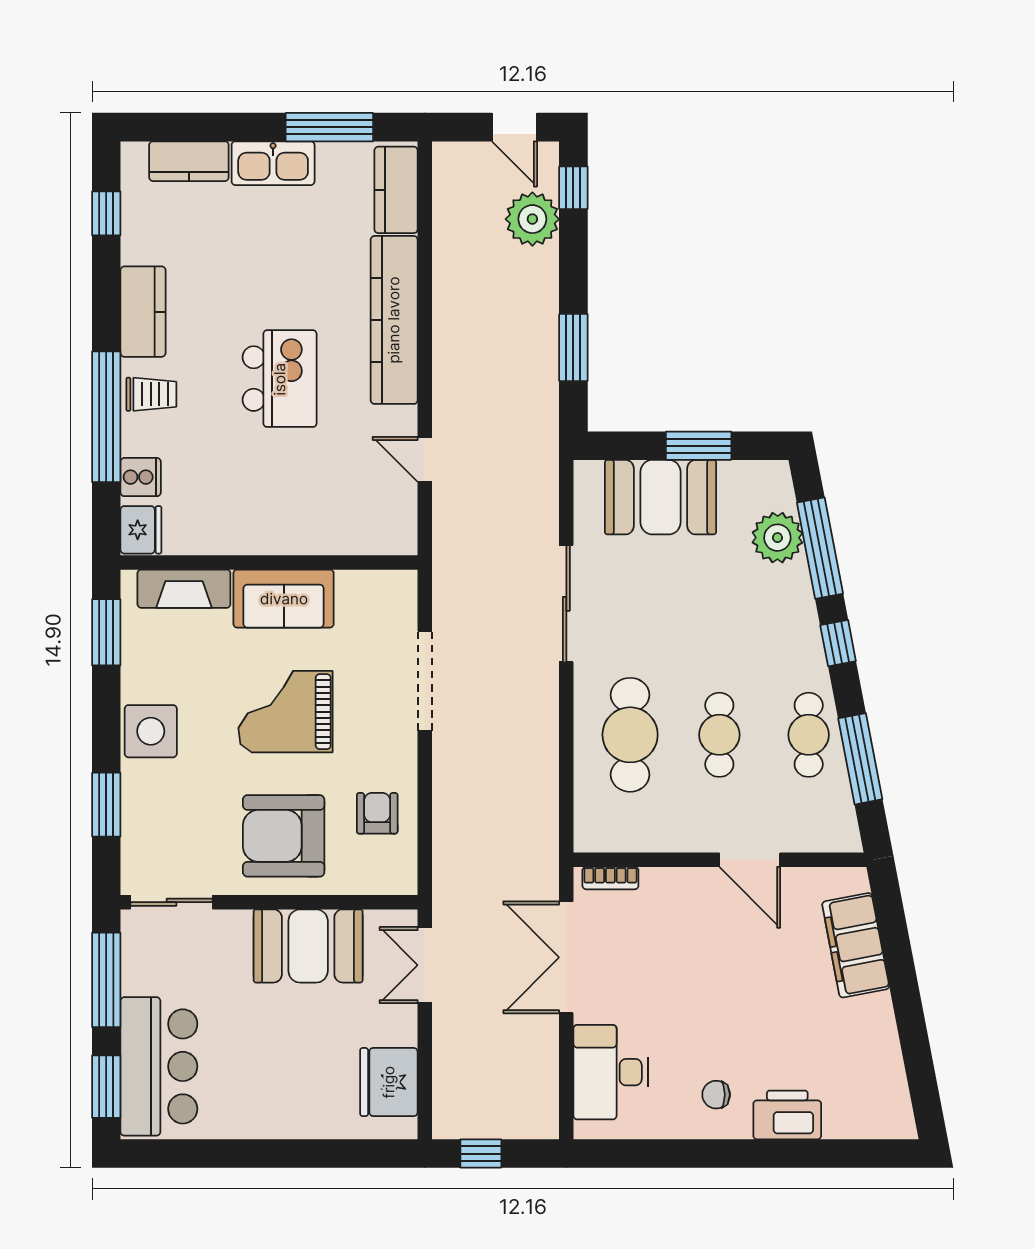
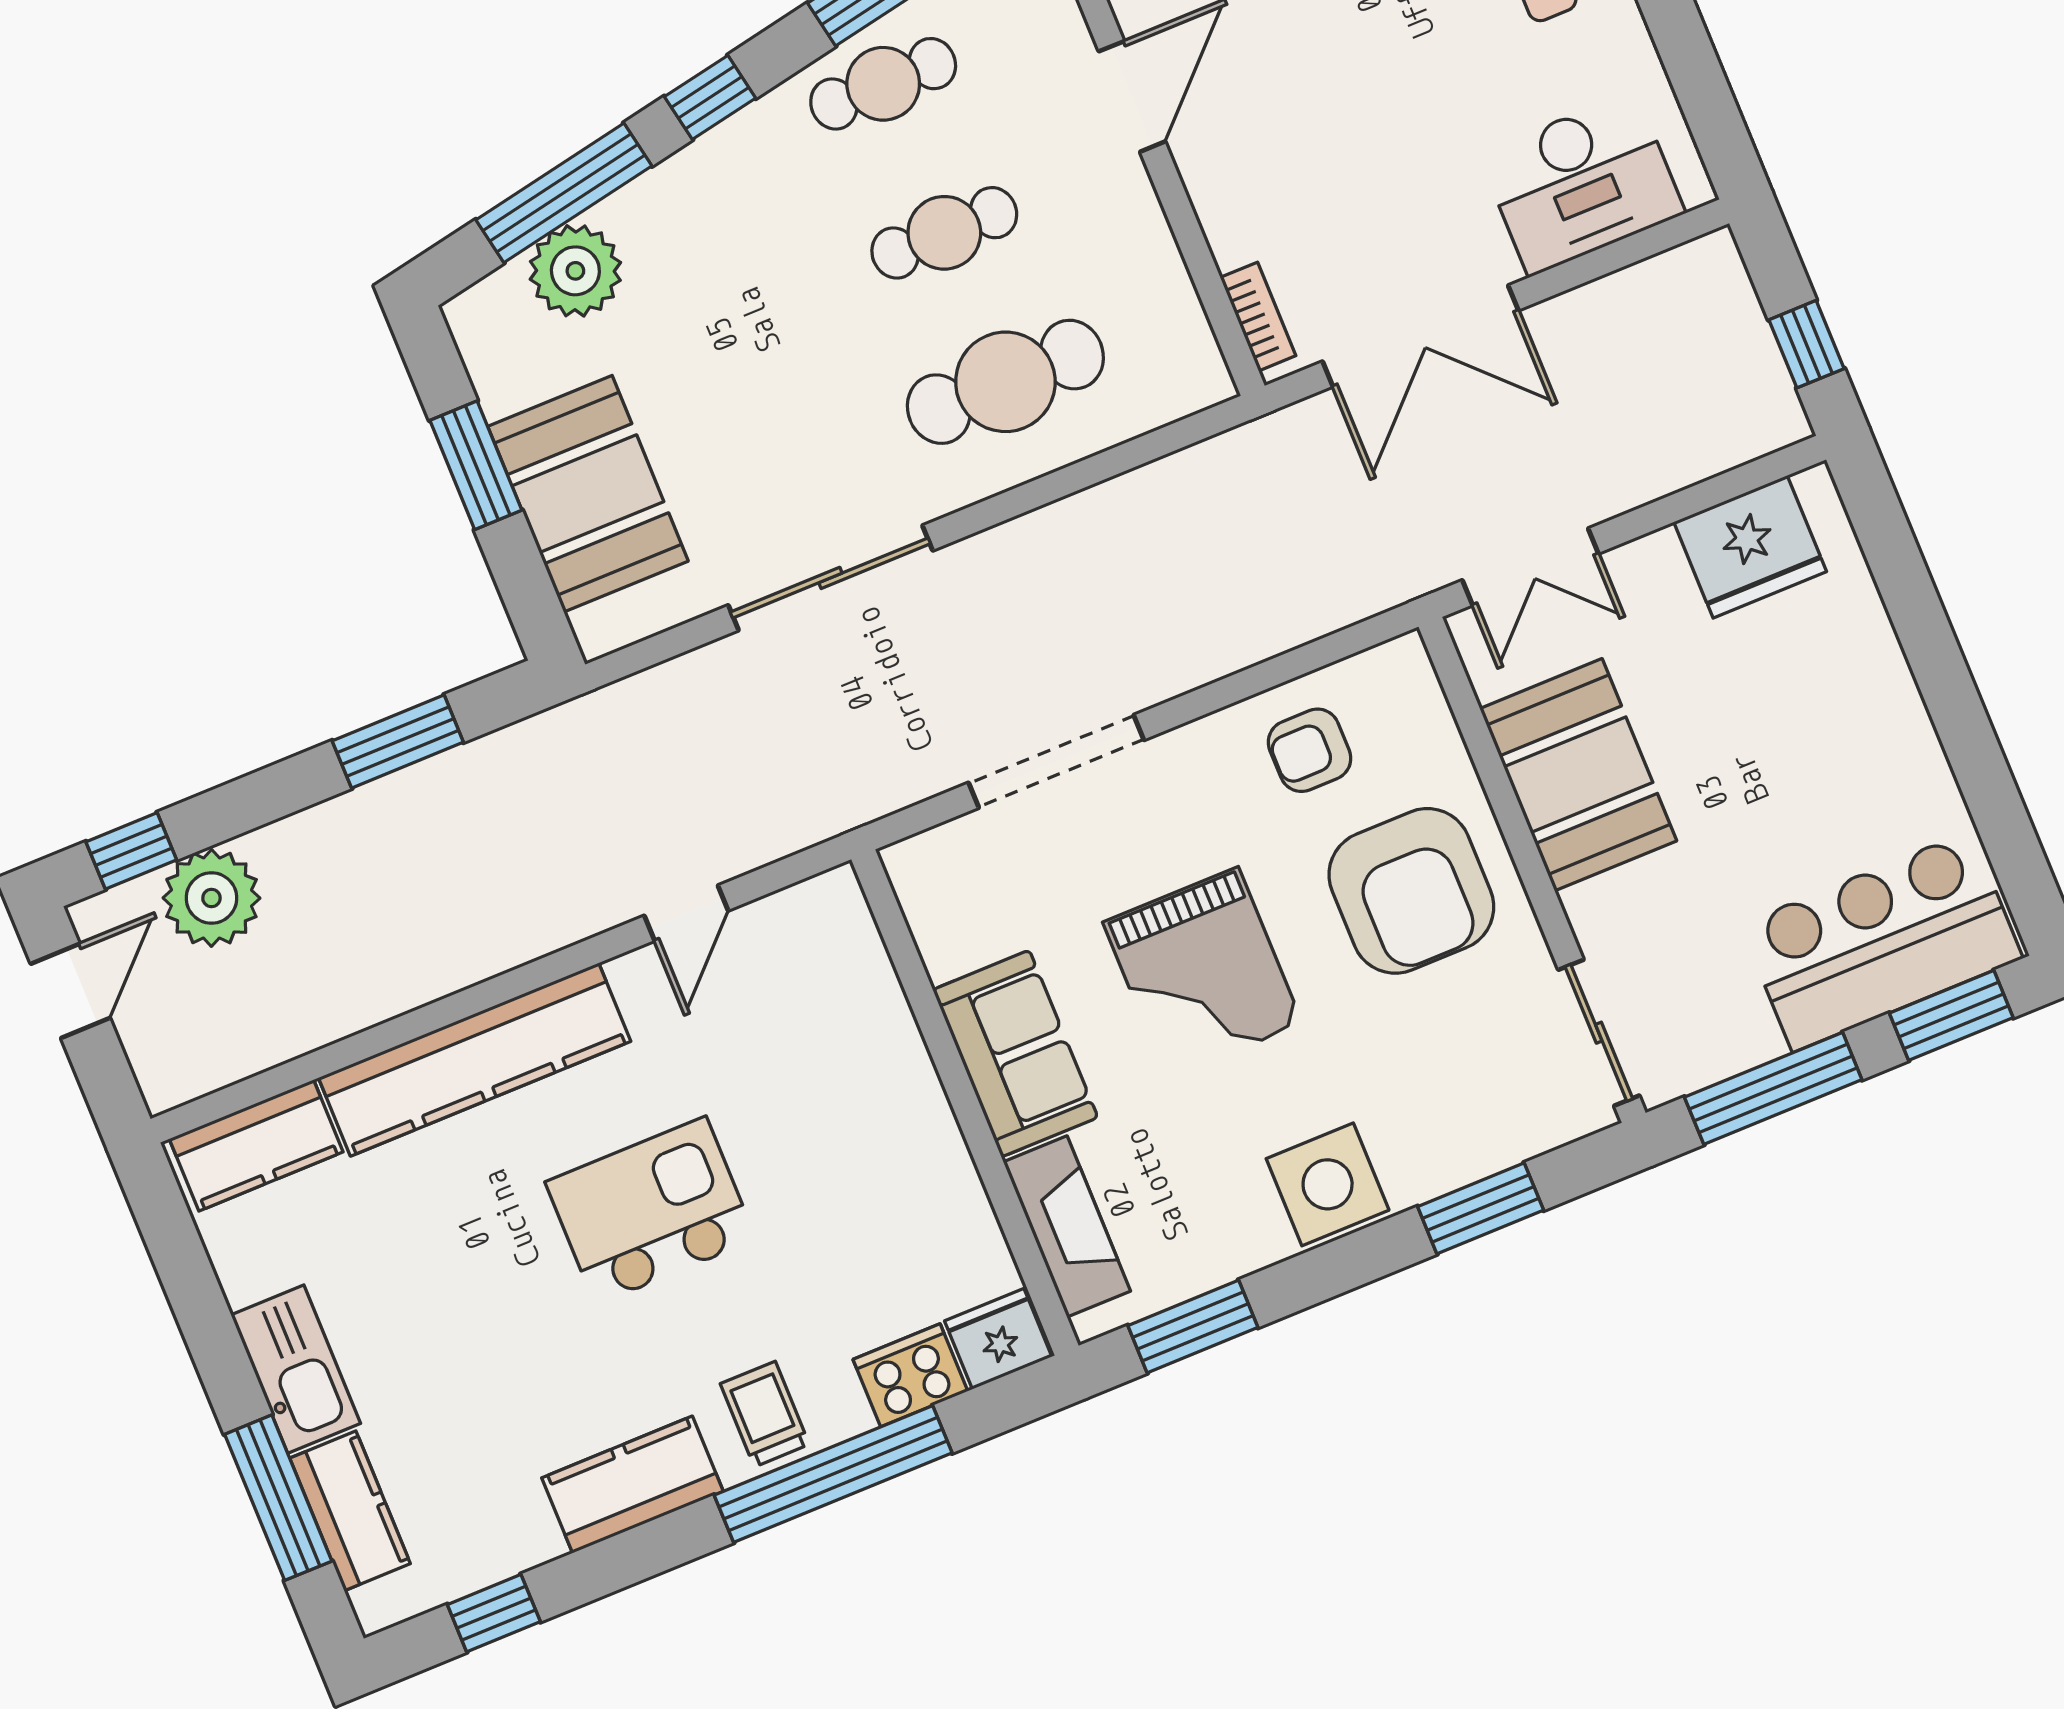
window: (329, 127) -> (278, 1498), moved
cooker: (141, 477) -> (910, 1375), width x1.36

